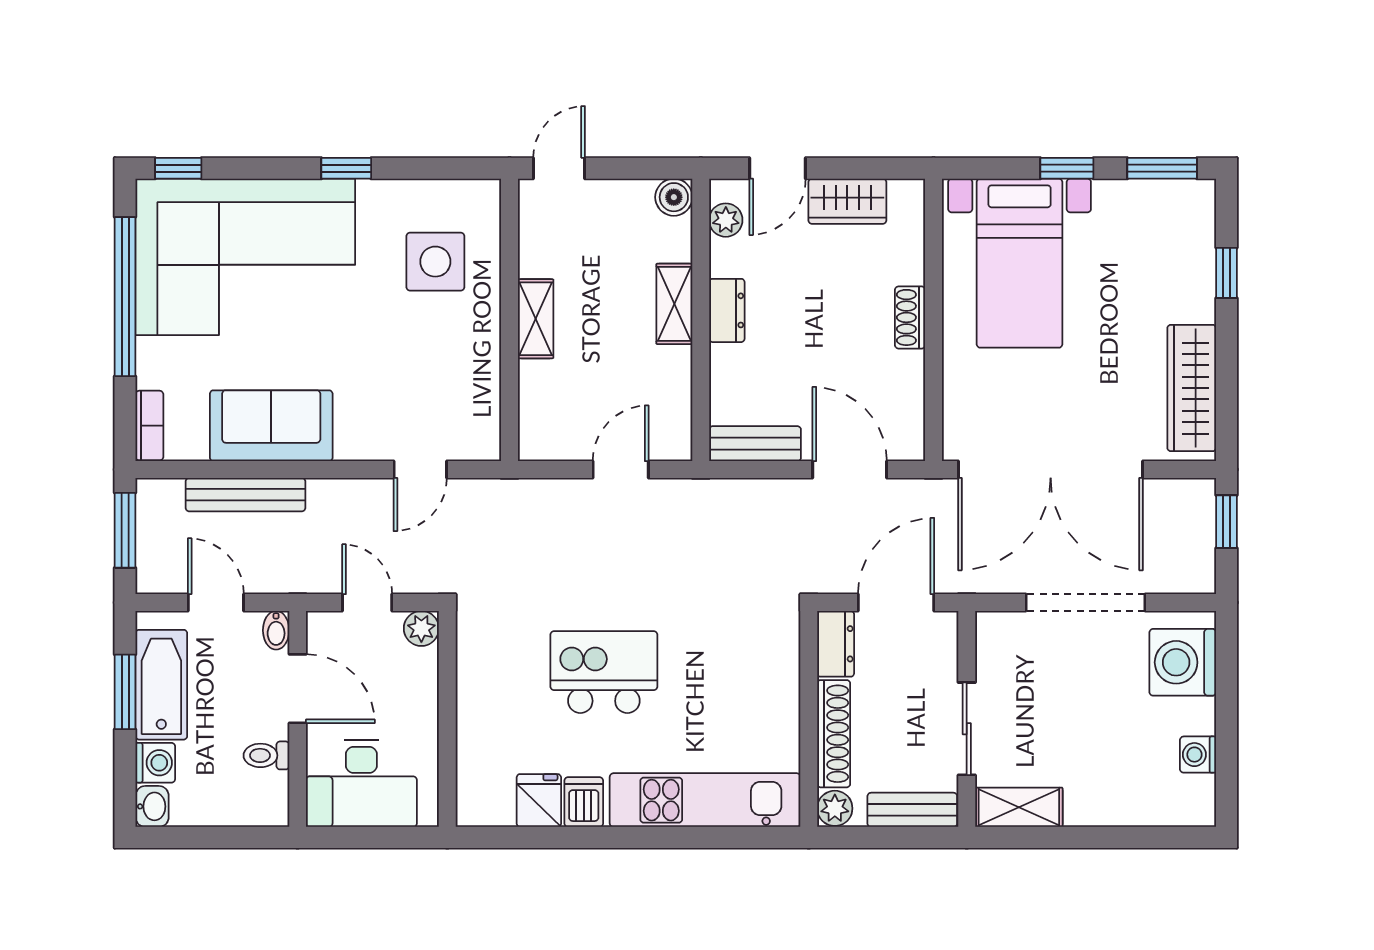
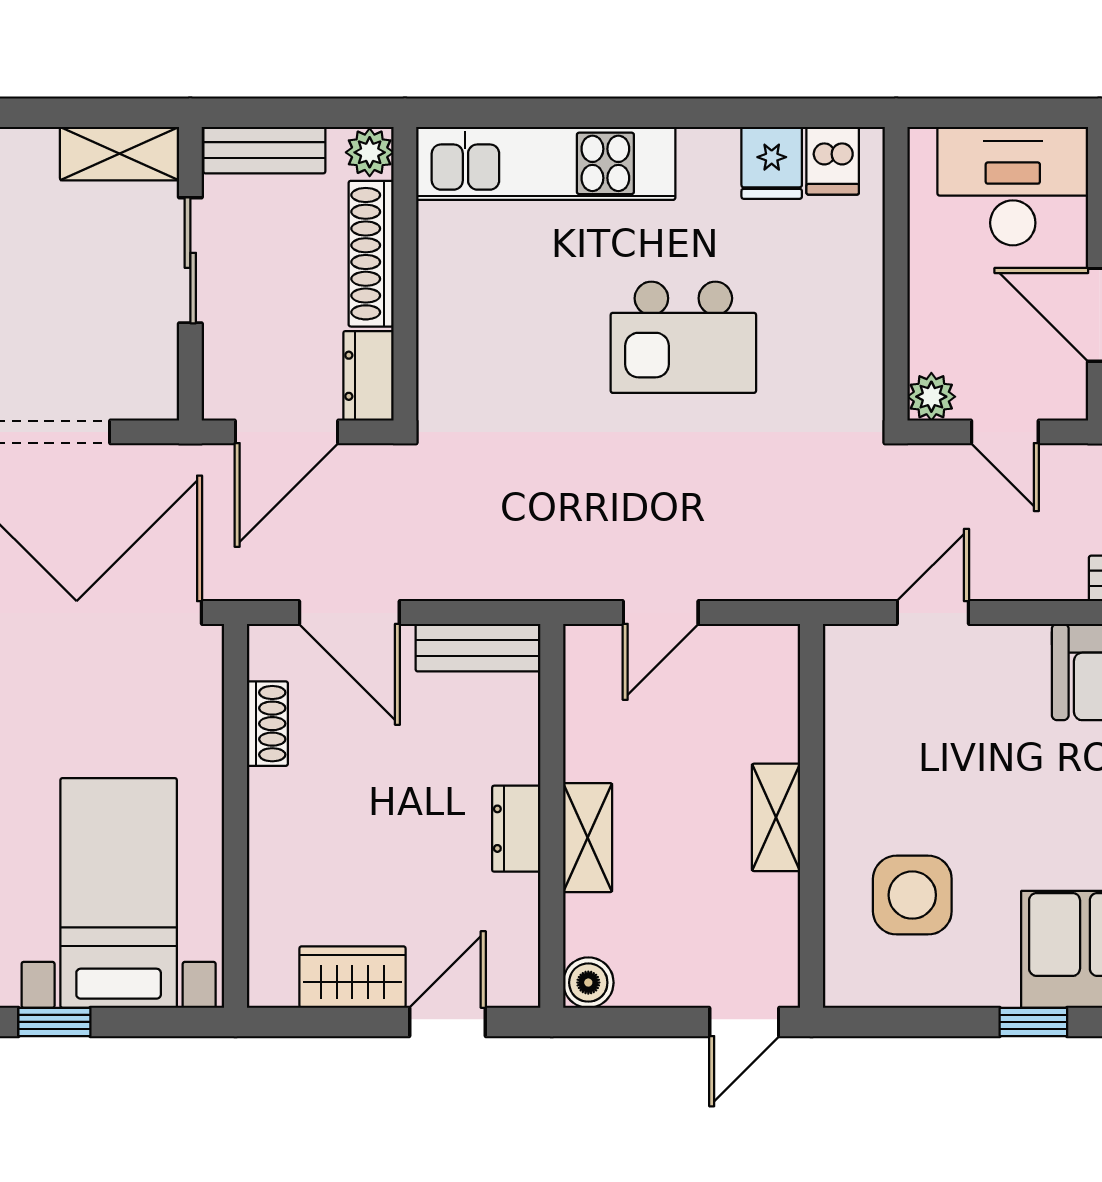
plant: (726, 220) -> (518, 951), removed
shoe rack: (910, 317) -> (267, 724), moved
dishwasher: (584, 802) -> (833, 161), moved

